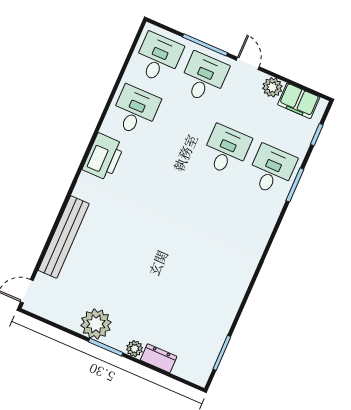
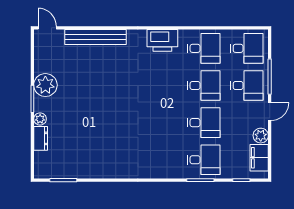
desk: (181, 130) -> (204, 85), added

